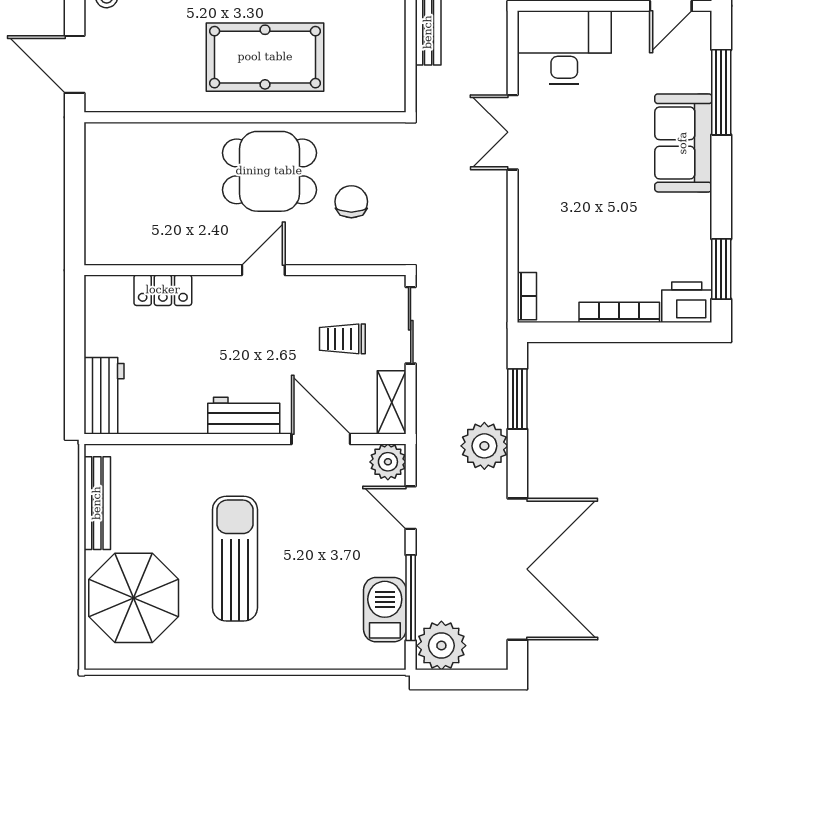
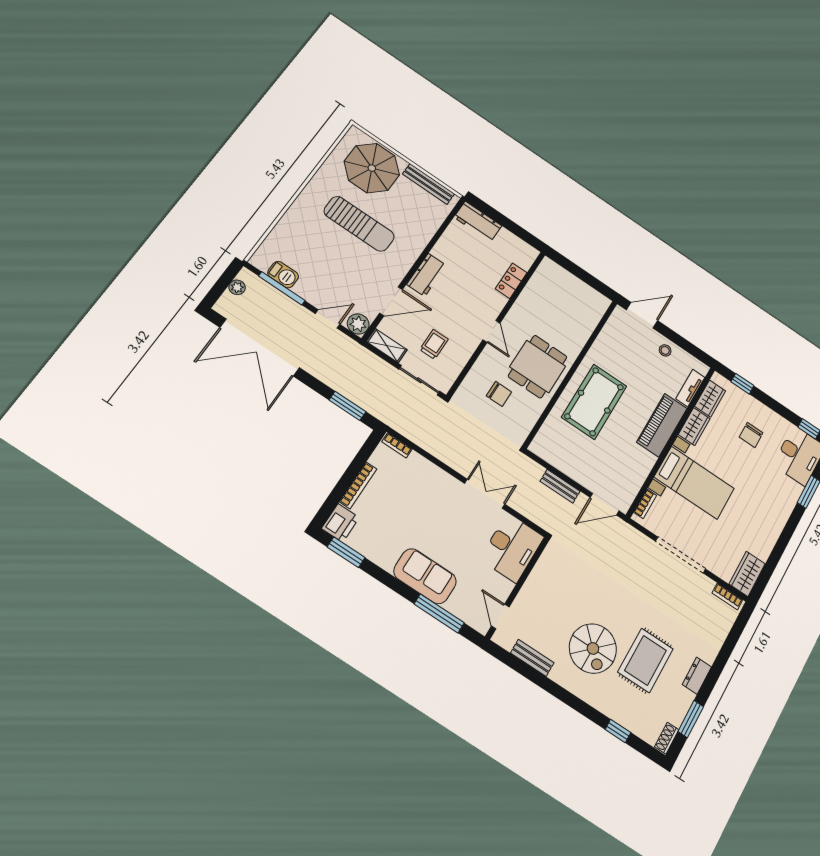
plant: (484, 446) -> (334, 374), removed
barbecue: (385, 610) -> (283, 275), width x0.73, depth x0.79
plant: (441, 646) -> (237, 287), width x0.53, depth x0.53

